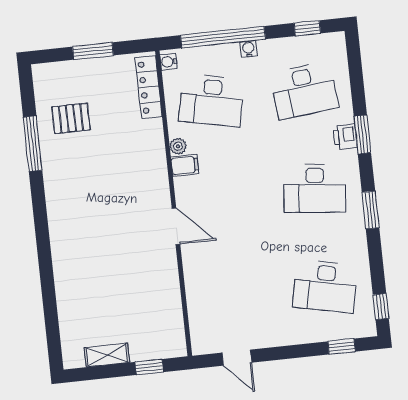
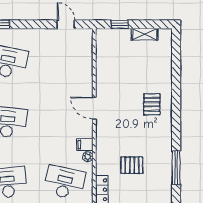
pallet: (71, 118) -> (132, 165), moved
pallet: (83, 243) -> (152, 104), added

